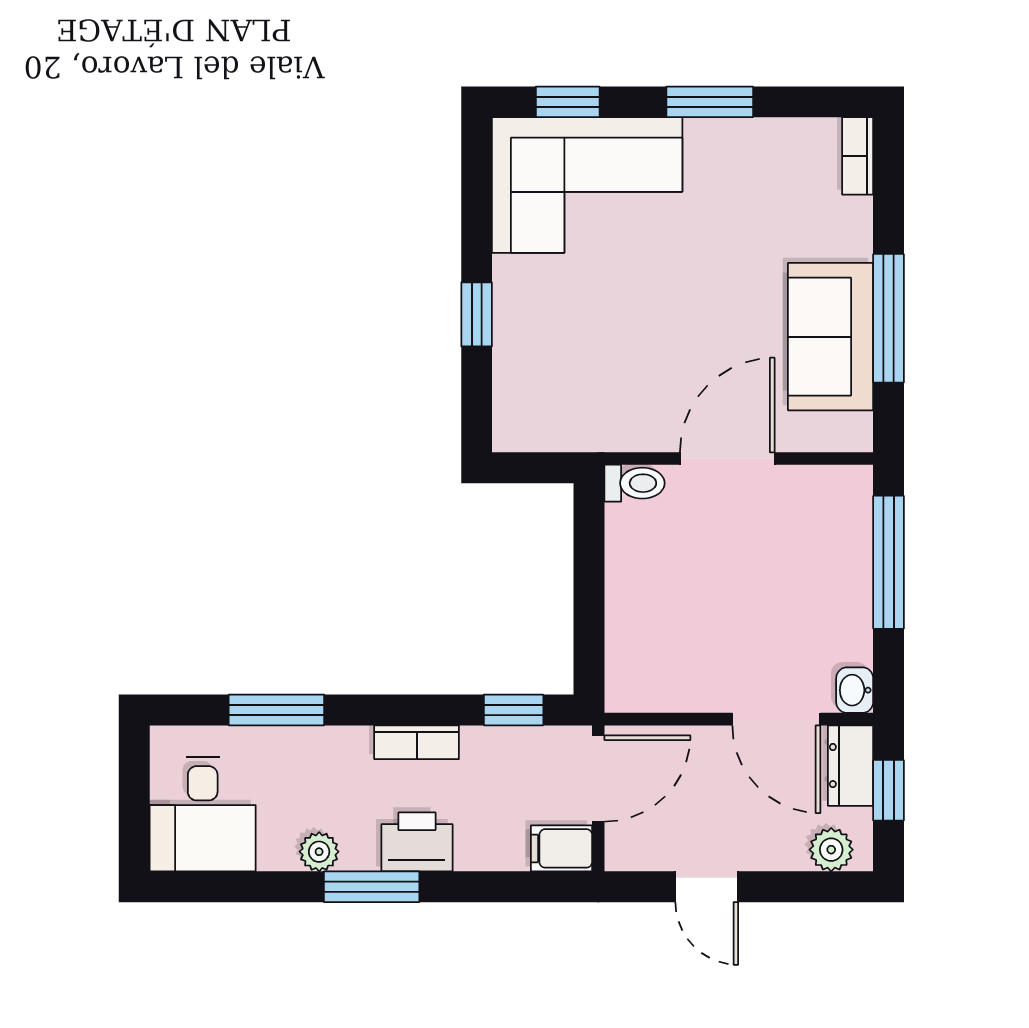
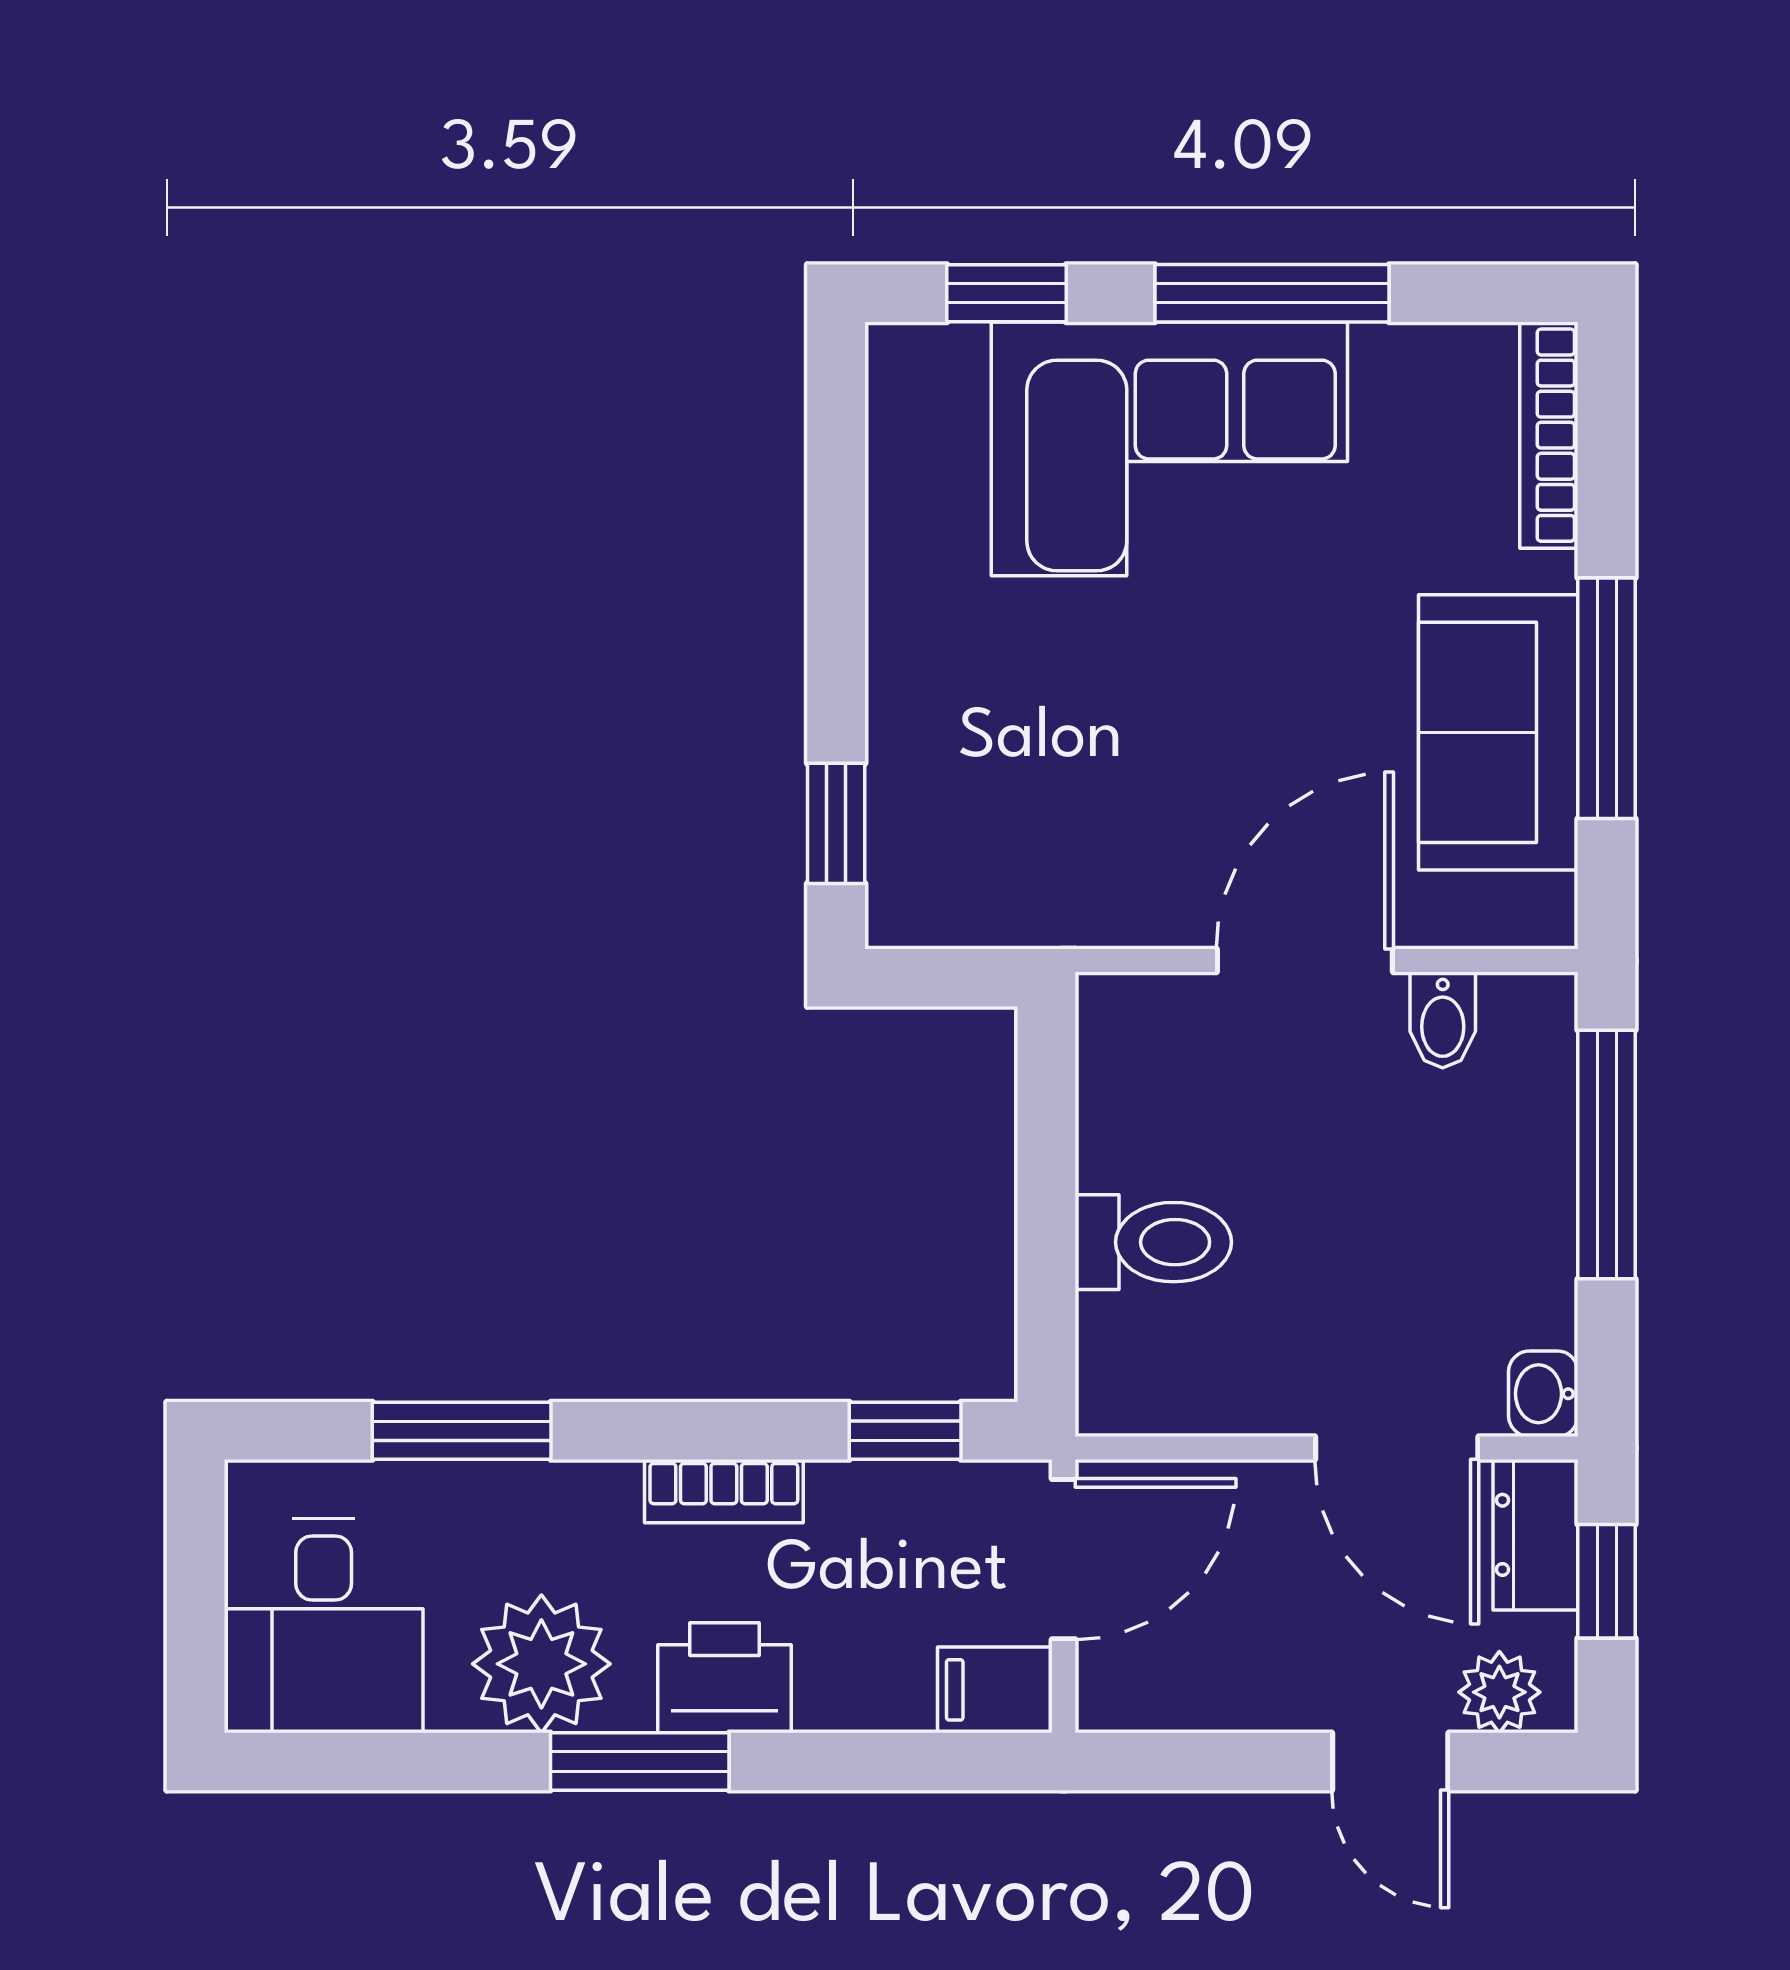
window: (710, 102) -> (1272, 293), width x1.44
bookcase: (858, 156) -> (1549, 435), width x1.56
corner sofa: (587, 185) -> (1169, 449), moved
window: (477, 314) -> (836, 823), moved
toilet: (635, 483) -> (1153, 1242), moved, width x1.37, depth x1.39
bidet: (801, 490) -> (1443, 1020), added
plant: (319, 852) -> (541, 1664), width x1.88, depth x1.88
door: (707, 887) -> (1390, 1762), moved

